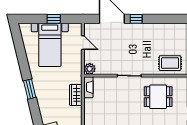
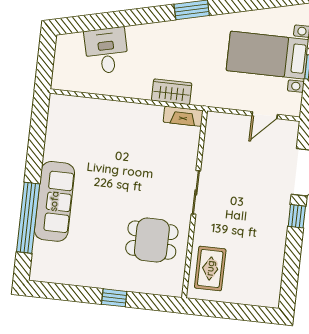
plant: (90, 69) -> (216, 122), removed
dining table: (158, 97) -> (152, 240), turned 90

